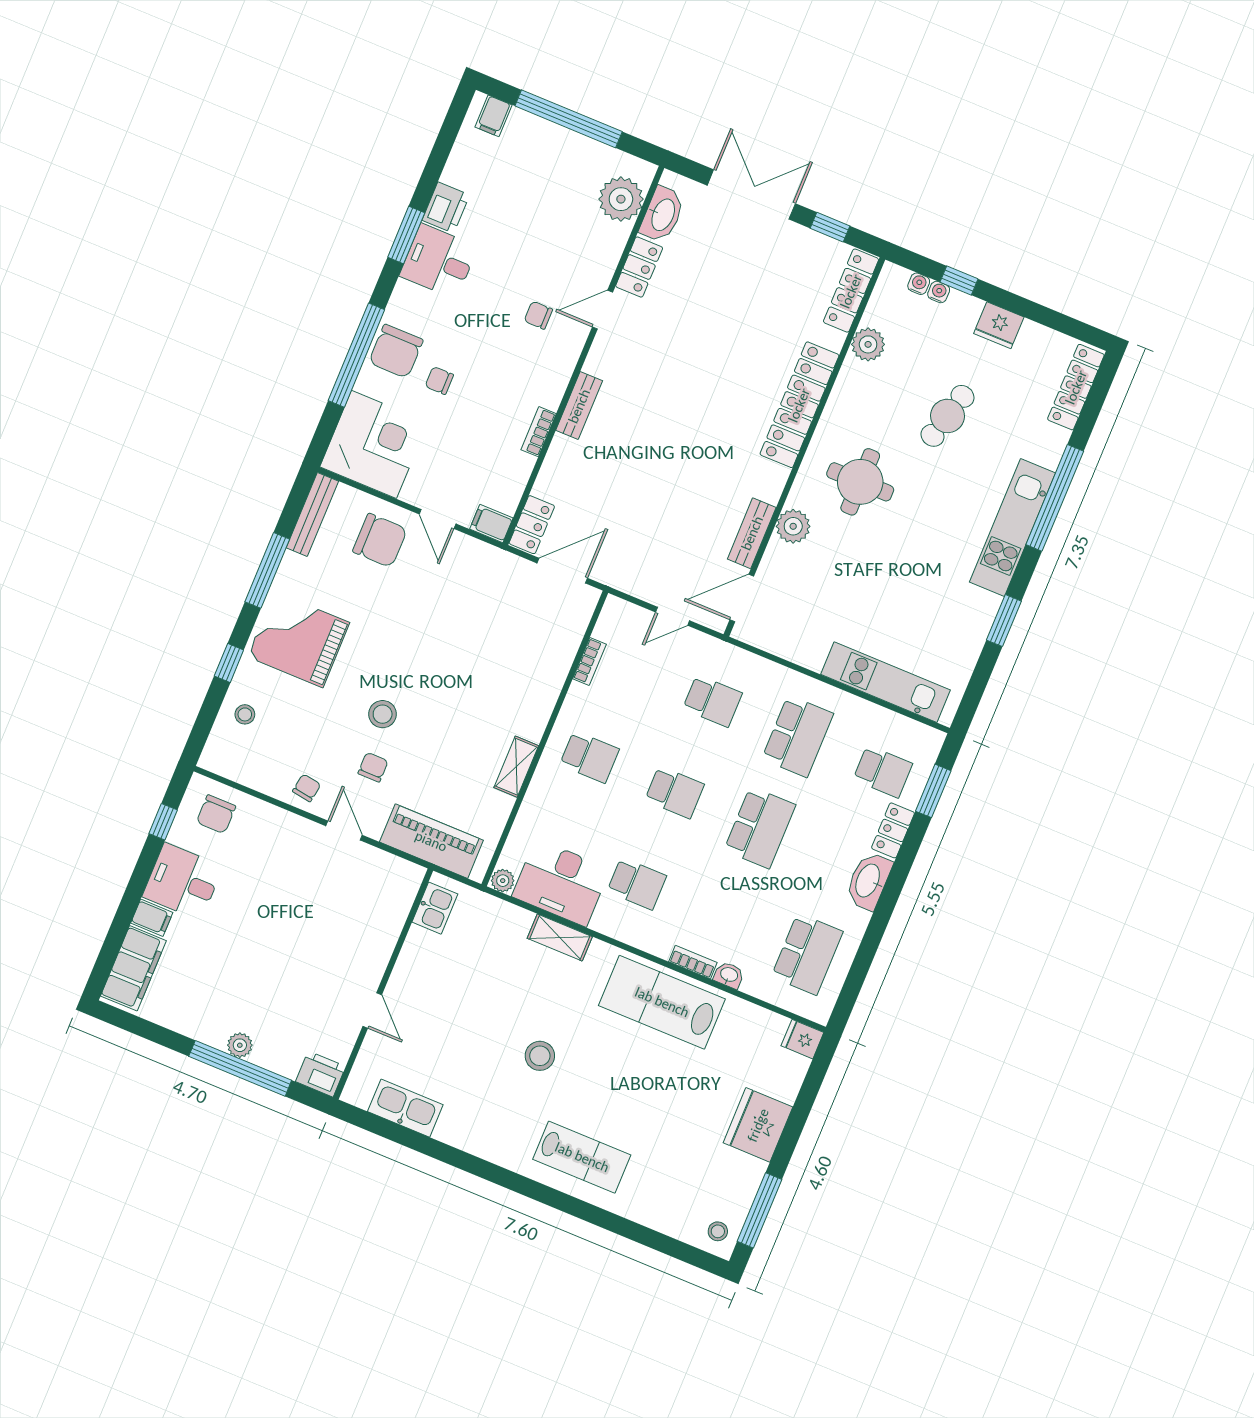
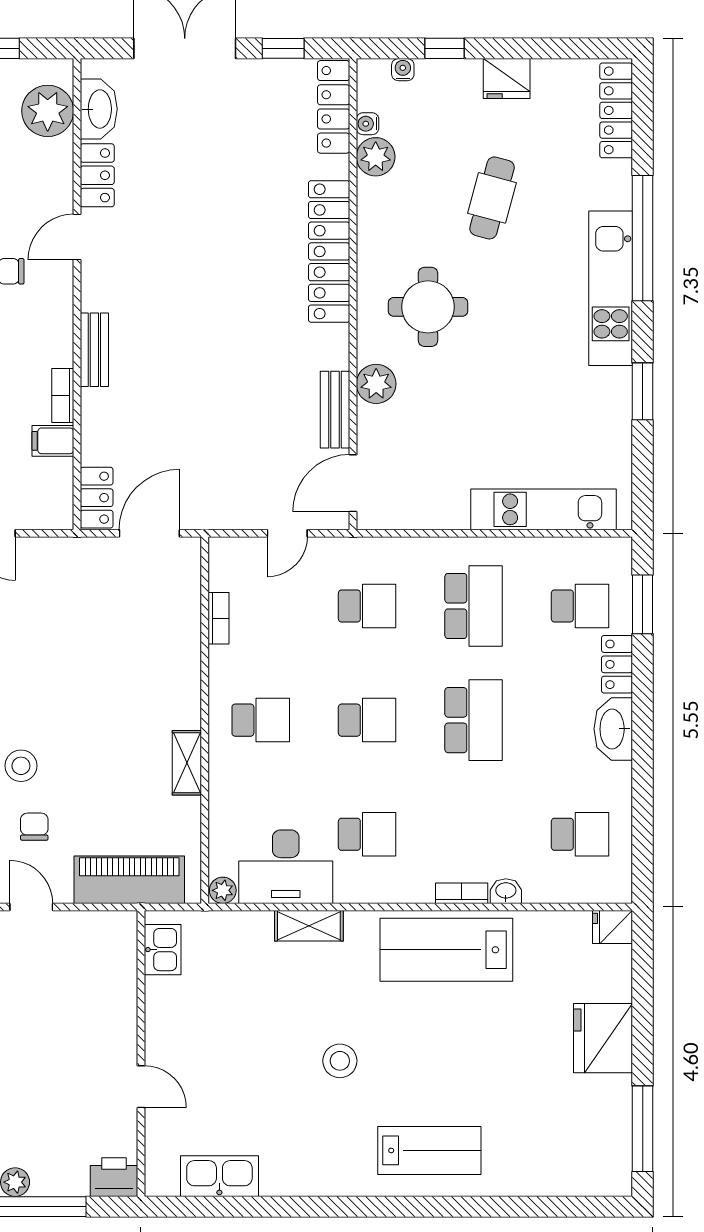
water cooler: (939, 292) -> (368, 124), moved, turned -90
filing cabinet: (491, 523) -> (53, 441), moved
school desk: (807, 954) -> (580, 834), width x0.54
stool: (718, 1231) -> (607, 1169), removed

